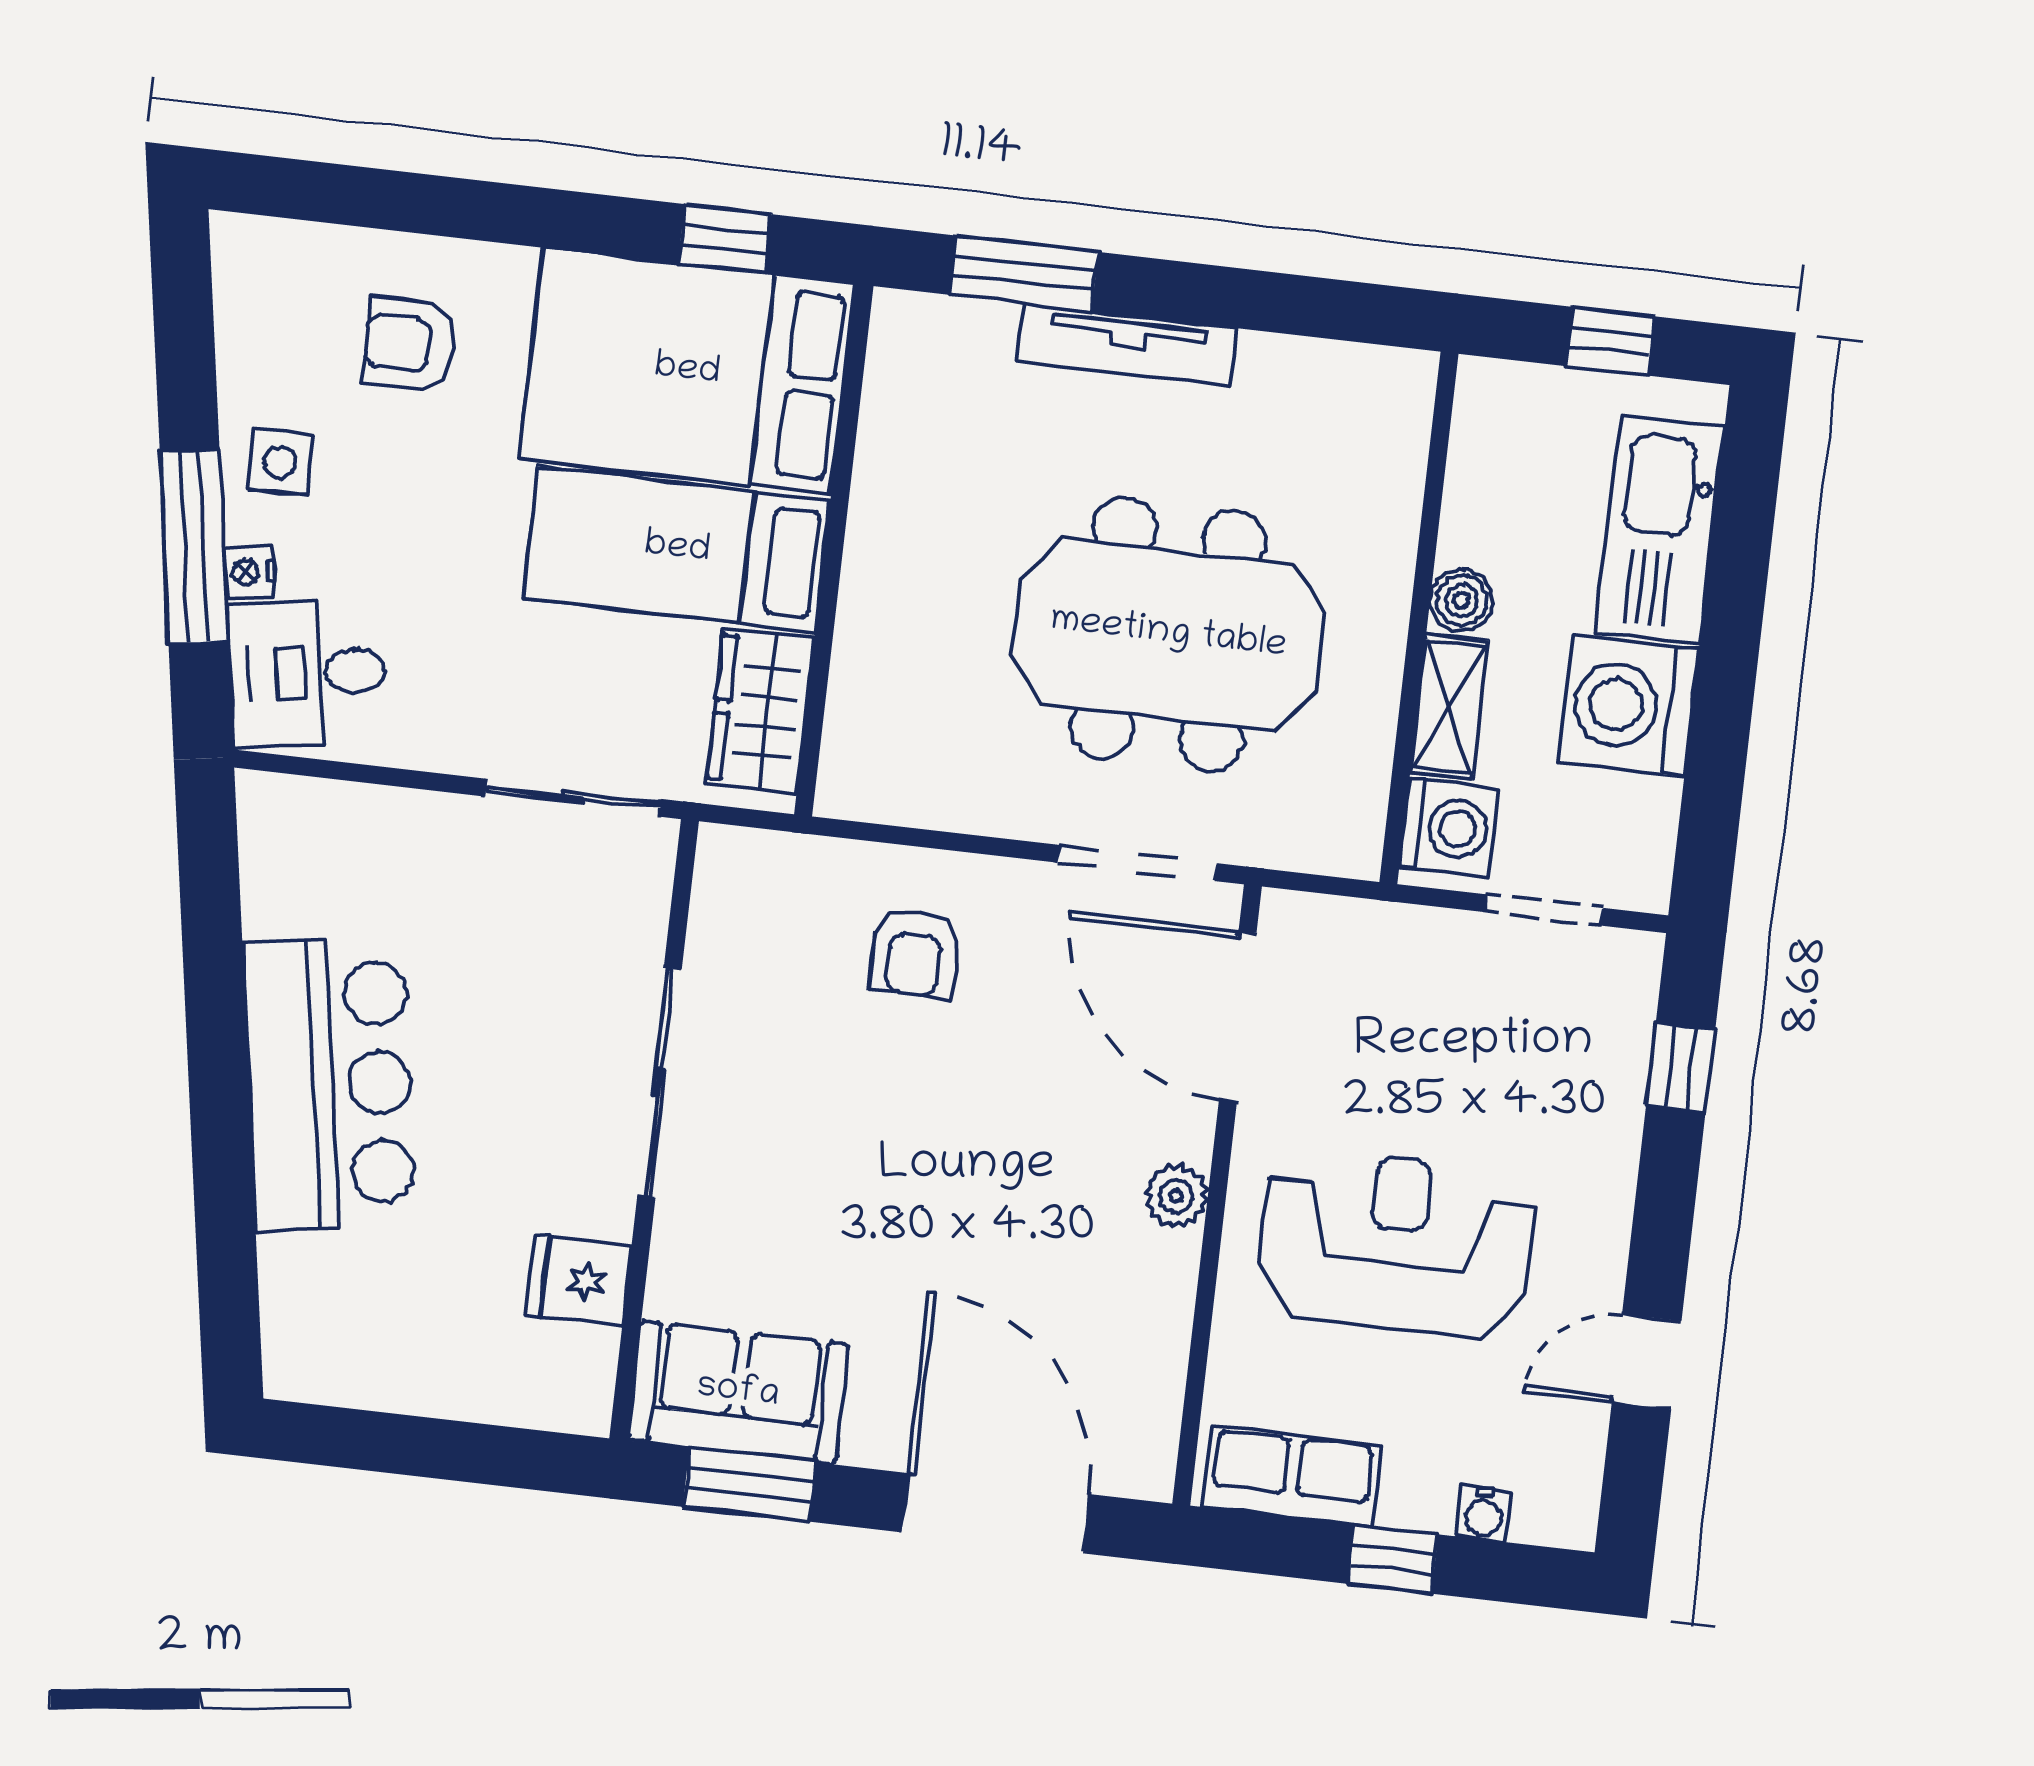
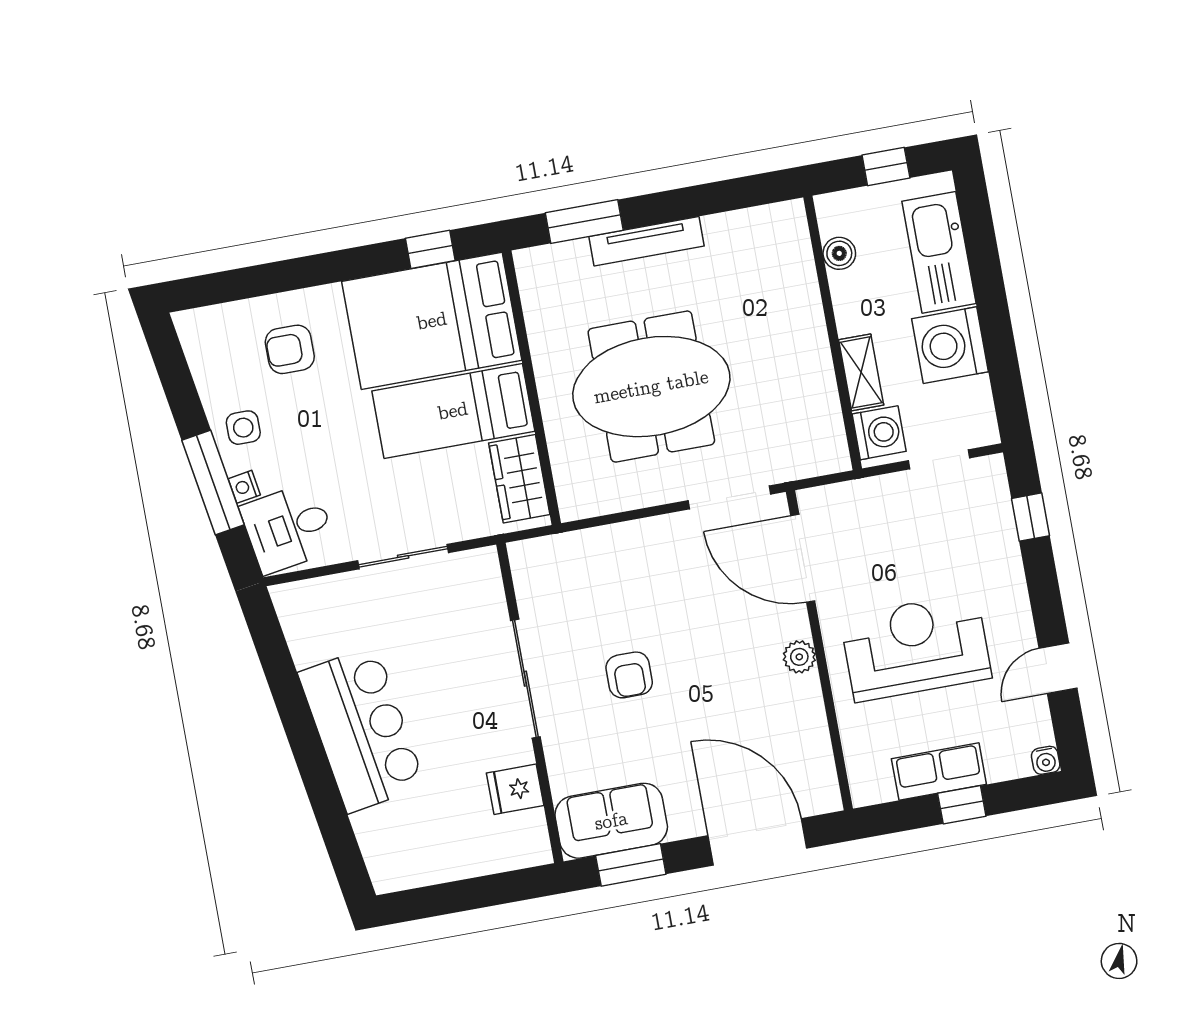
boiler: (1461, 600) -> (839, 253), moved
meeting table: (1168, 634) -> (651, 387), moved
sliding door: (573, 798) -> (403, 557), moved
armchair: (915, 953) -> (629, 675), moved
row of seats: (1292, 1476) -> (939, 772), moved
water cooler: (1484, 1514) -> (1046, 760), moved

